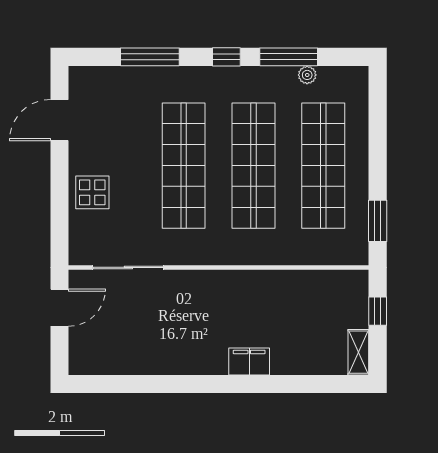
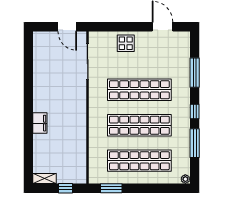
plant: (307, 75) -> (185, 179), moved

